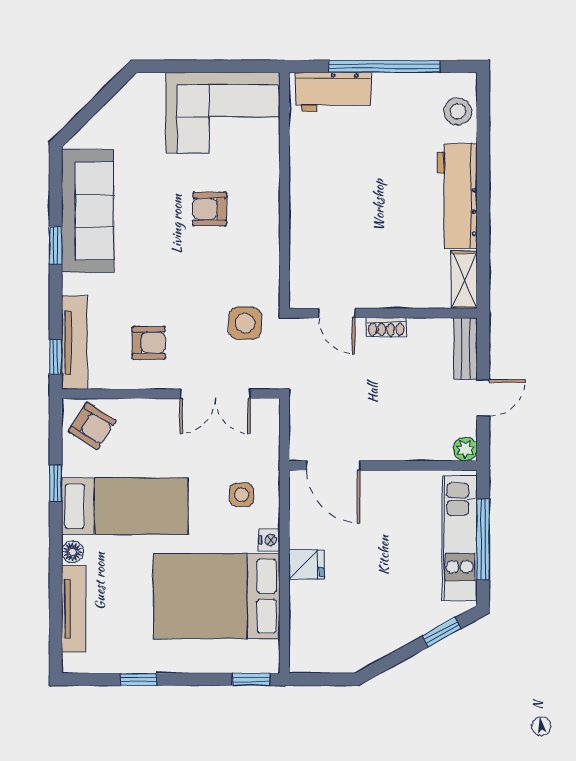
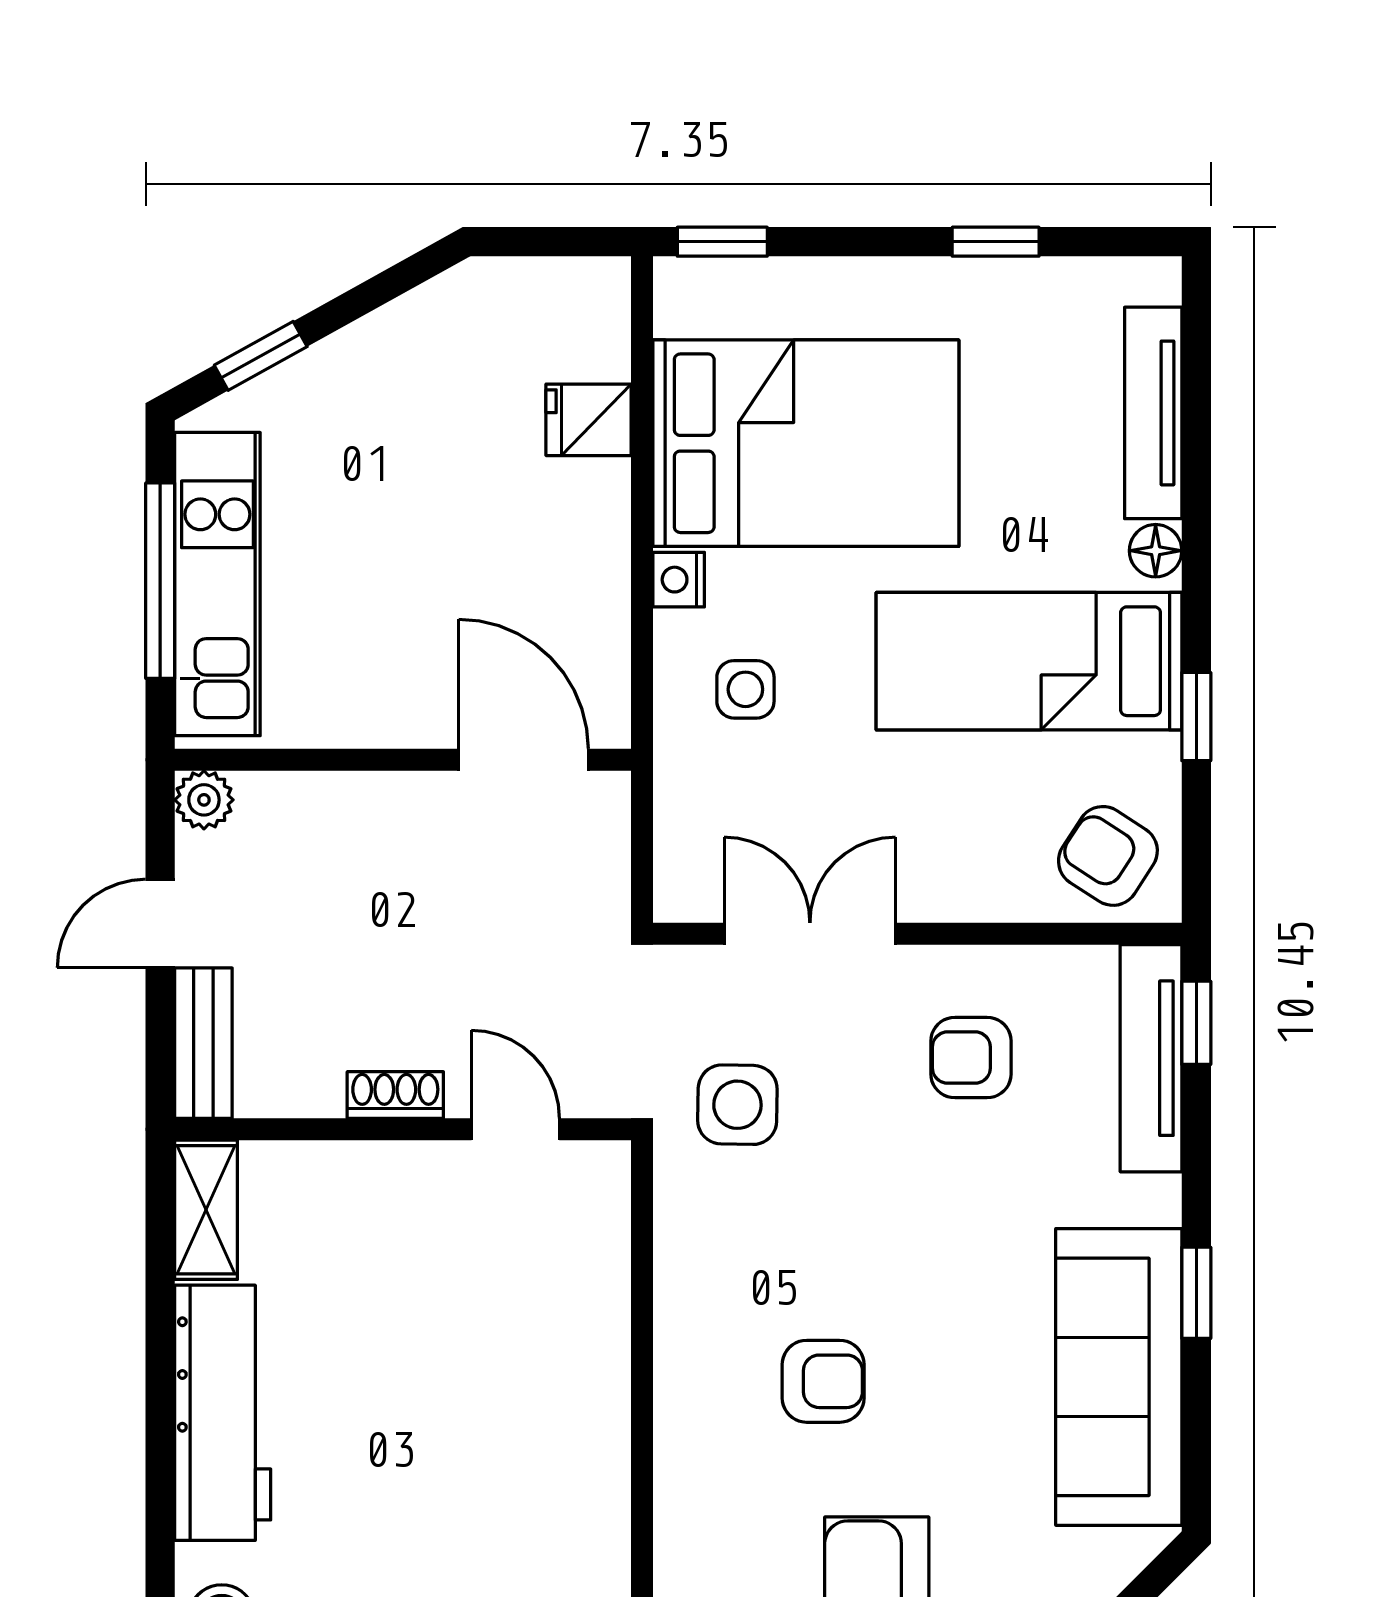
fridge: (306, 564) -> (589, 420), moved

